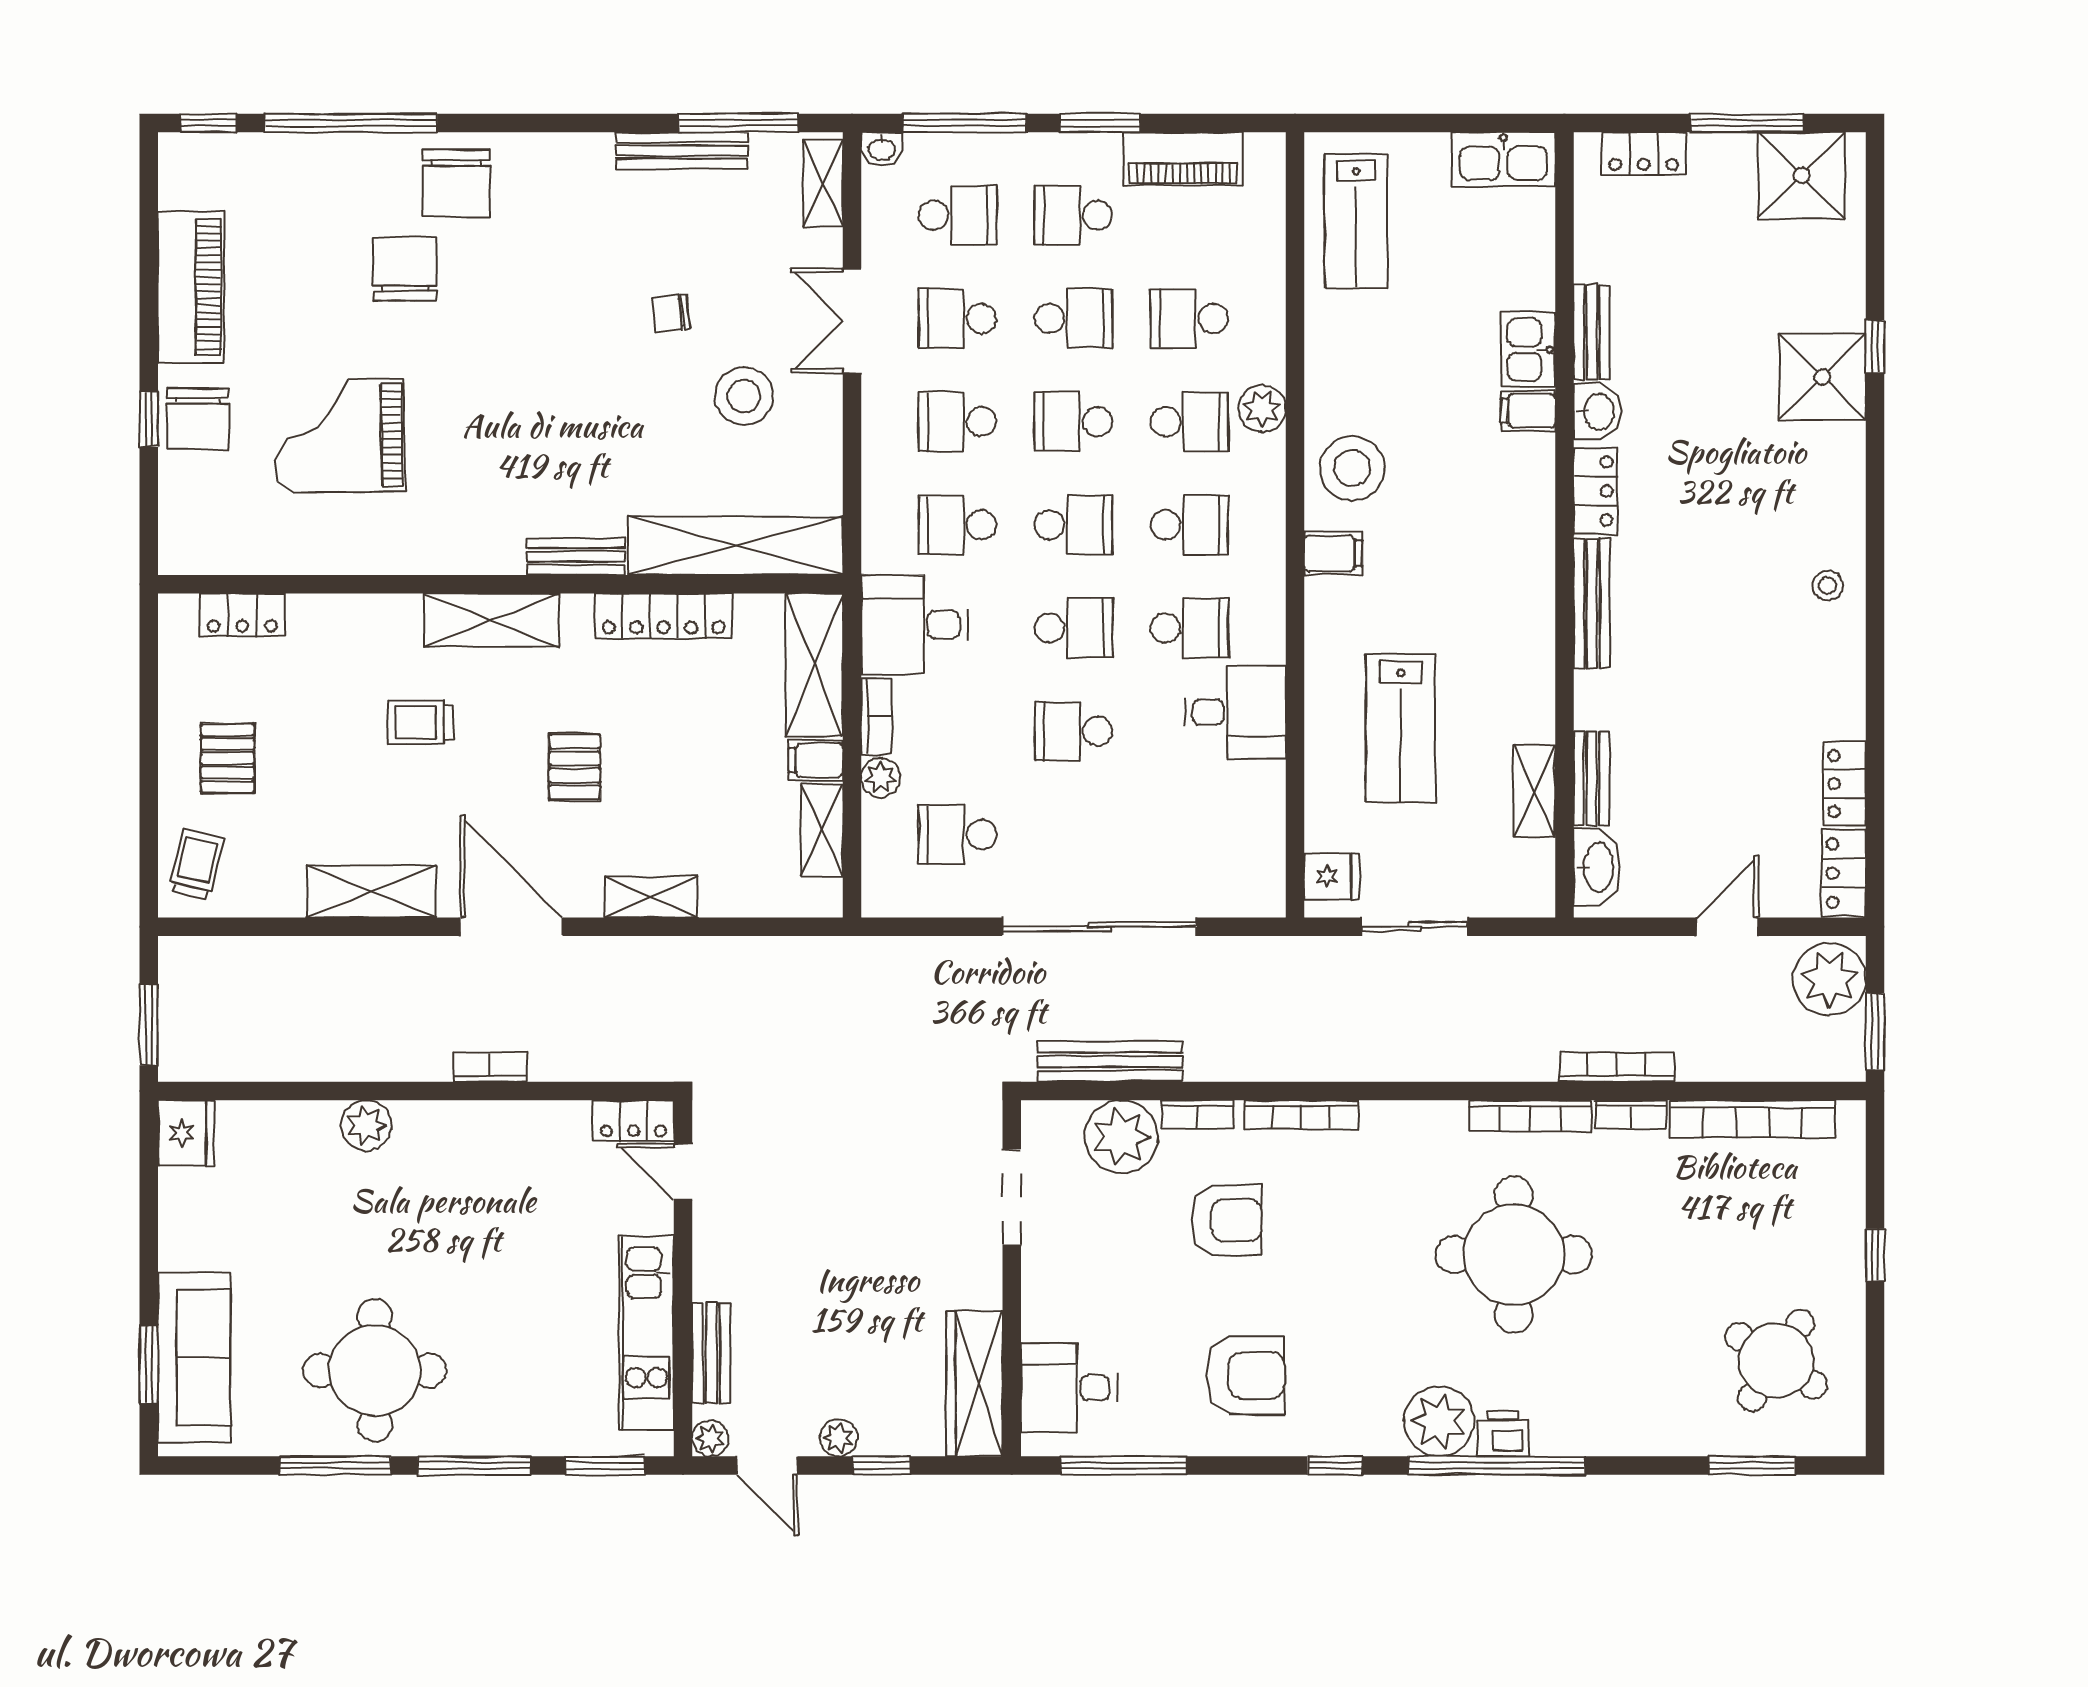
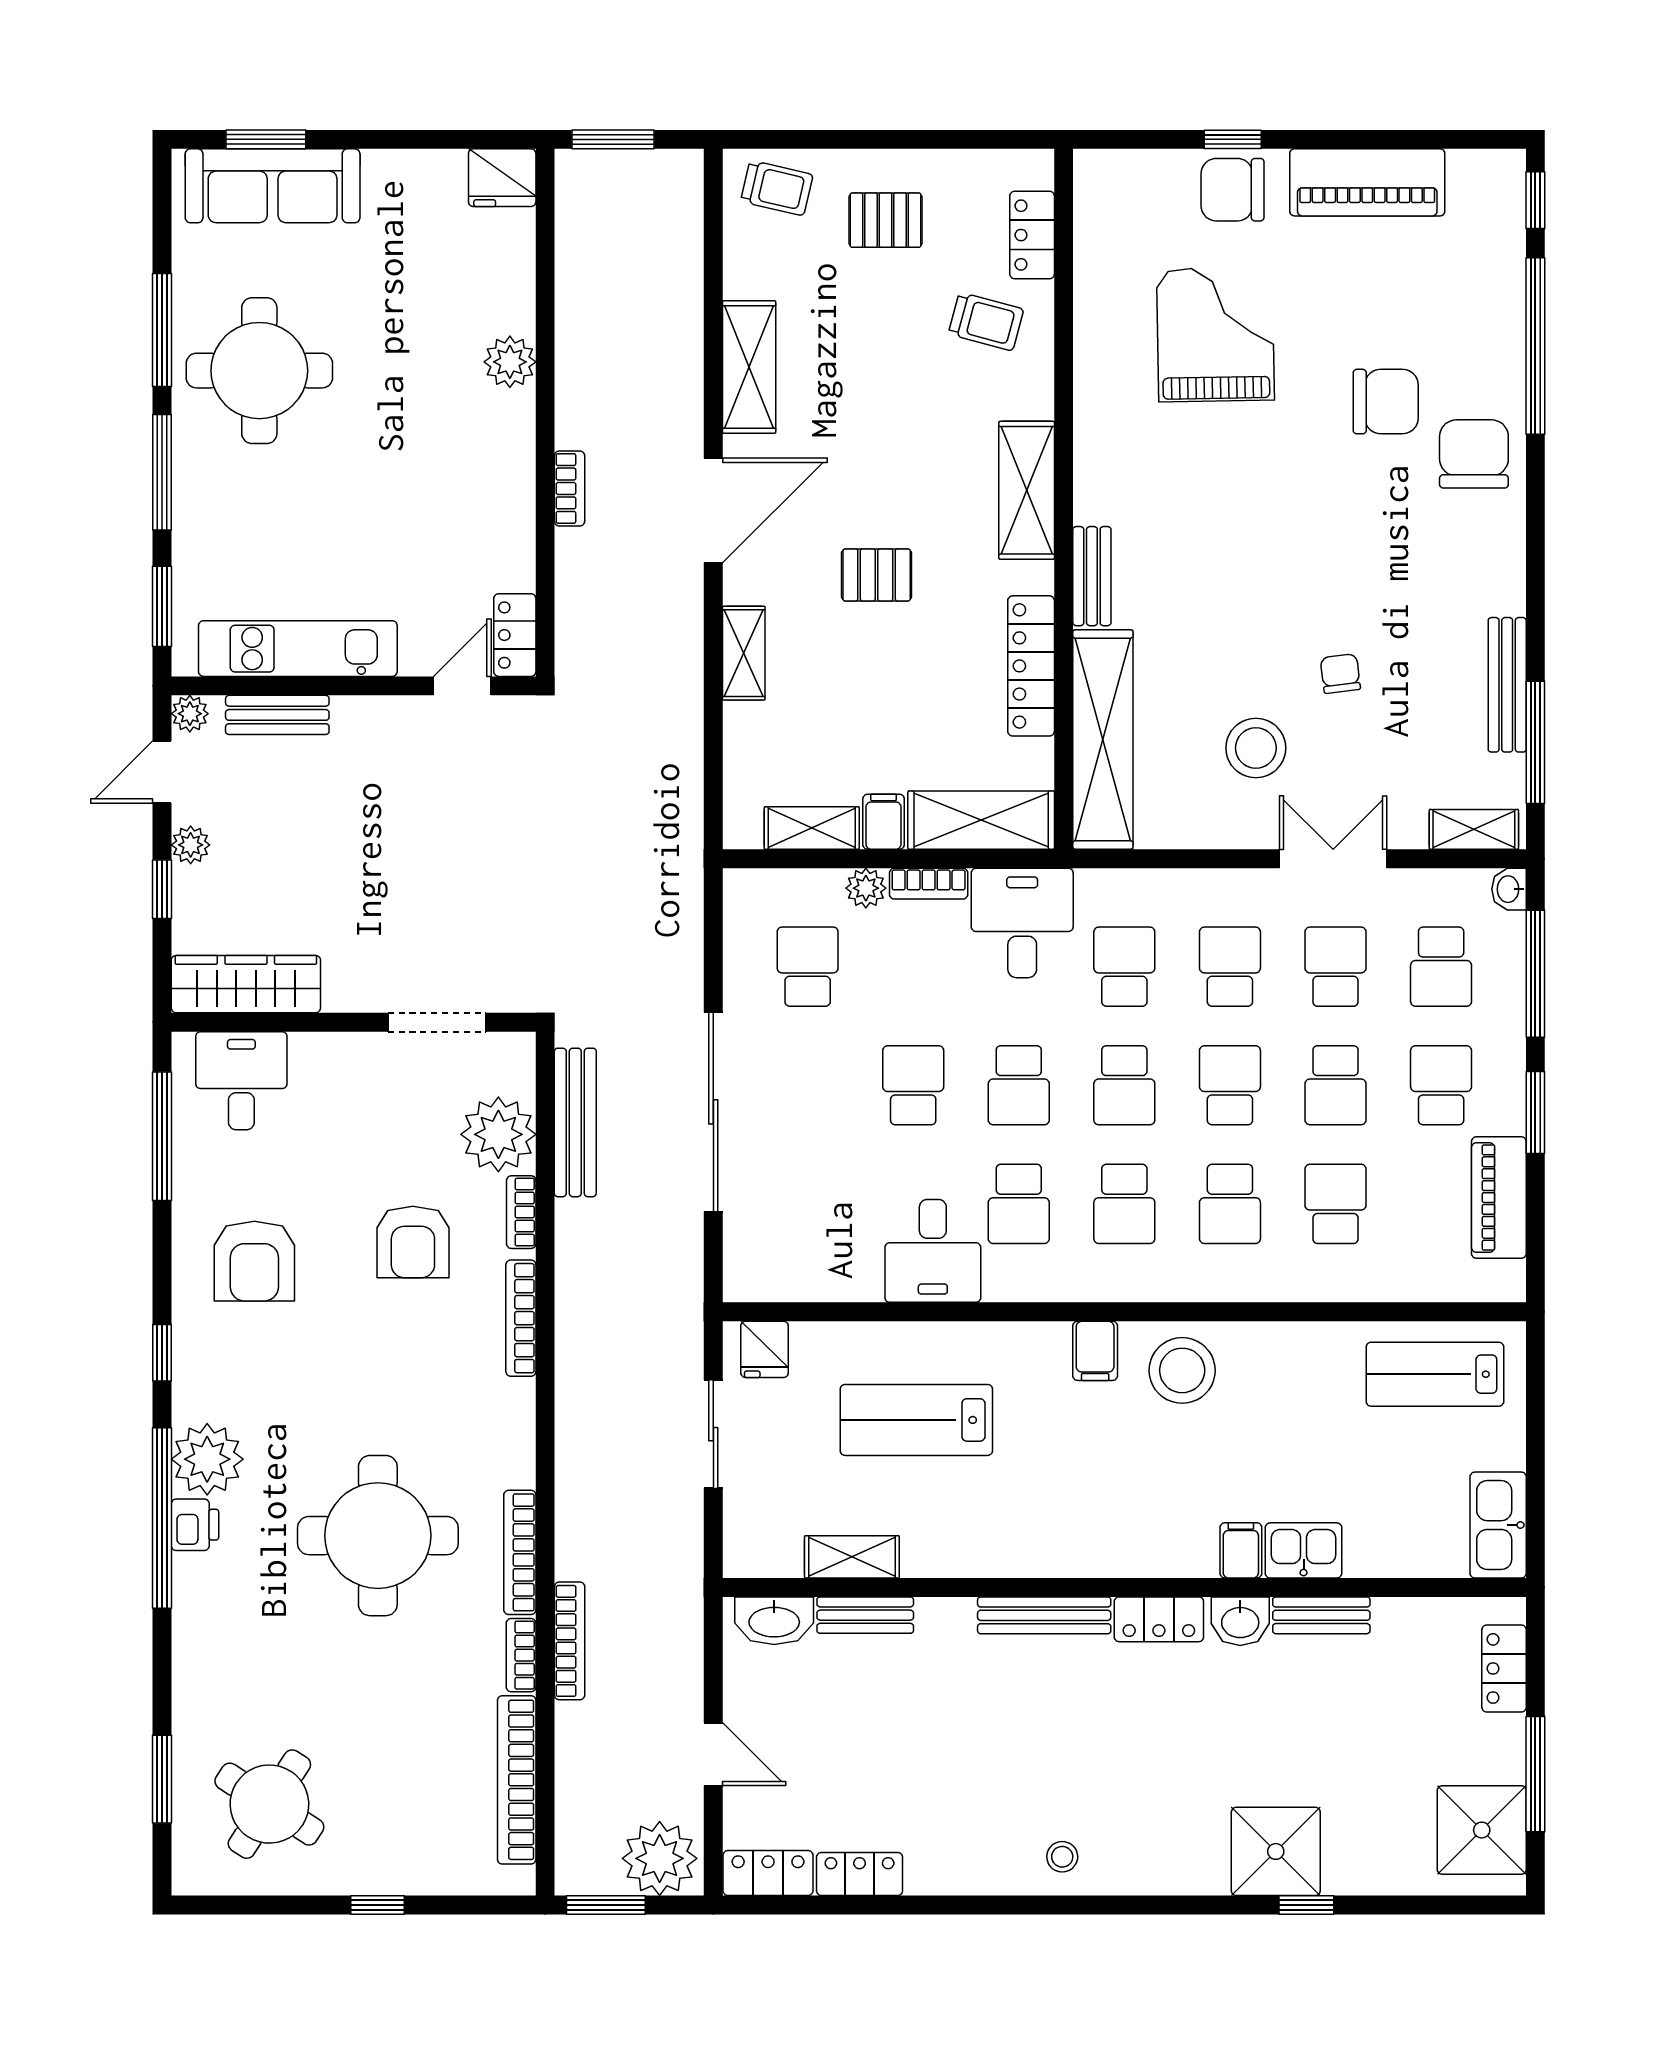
chair: (456, 183) -> (1474, 454), turned 90
plant: (1262, 409) -> (1243, 1278), removed
trolley: (420, 722) -> (986, 322), moved, turned 105

